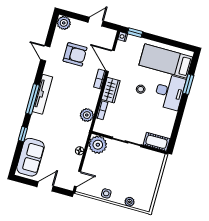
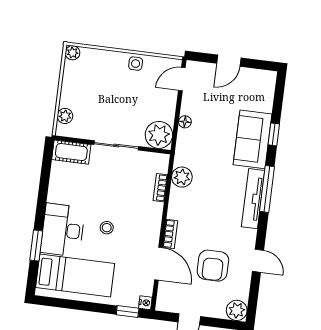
armchair: (75, 54) -> (213, 266), turned -90
wardrobe: (111, 90) -> (152, 220), removed
sofa: (30, 157) -> (252, 139), moved
plant: (157, 166) -> (65, 116), added
plant: (129, 202) -> (73, 53), moved

